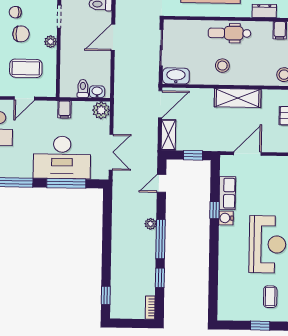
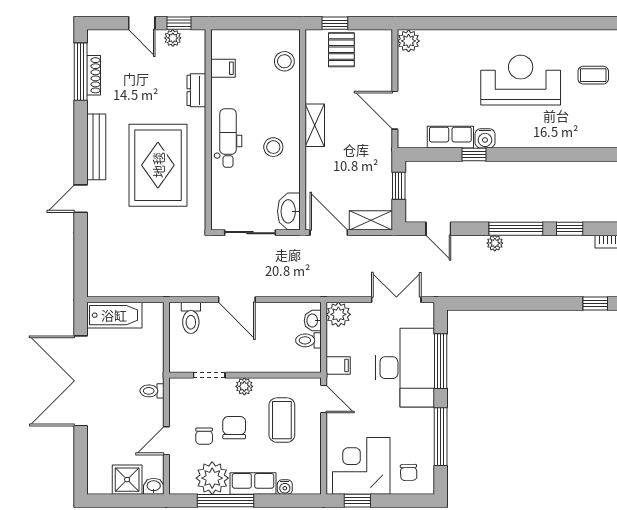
dental chair: (229, 33) -> (228, 138), turned 180
door: (24, 98) -> (324, 399), moved
shelving: (238, 98) -> (315, 125), width x0.67, depth x0.75

